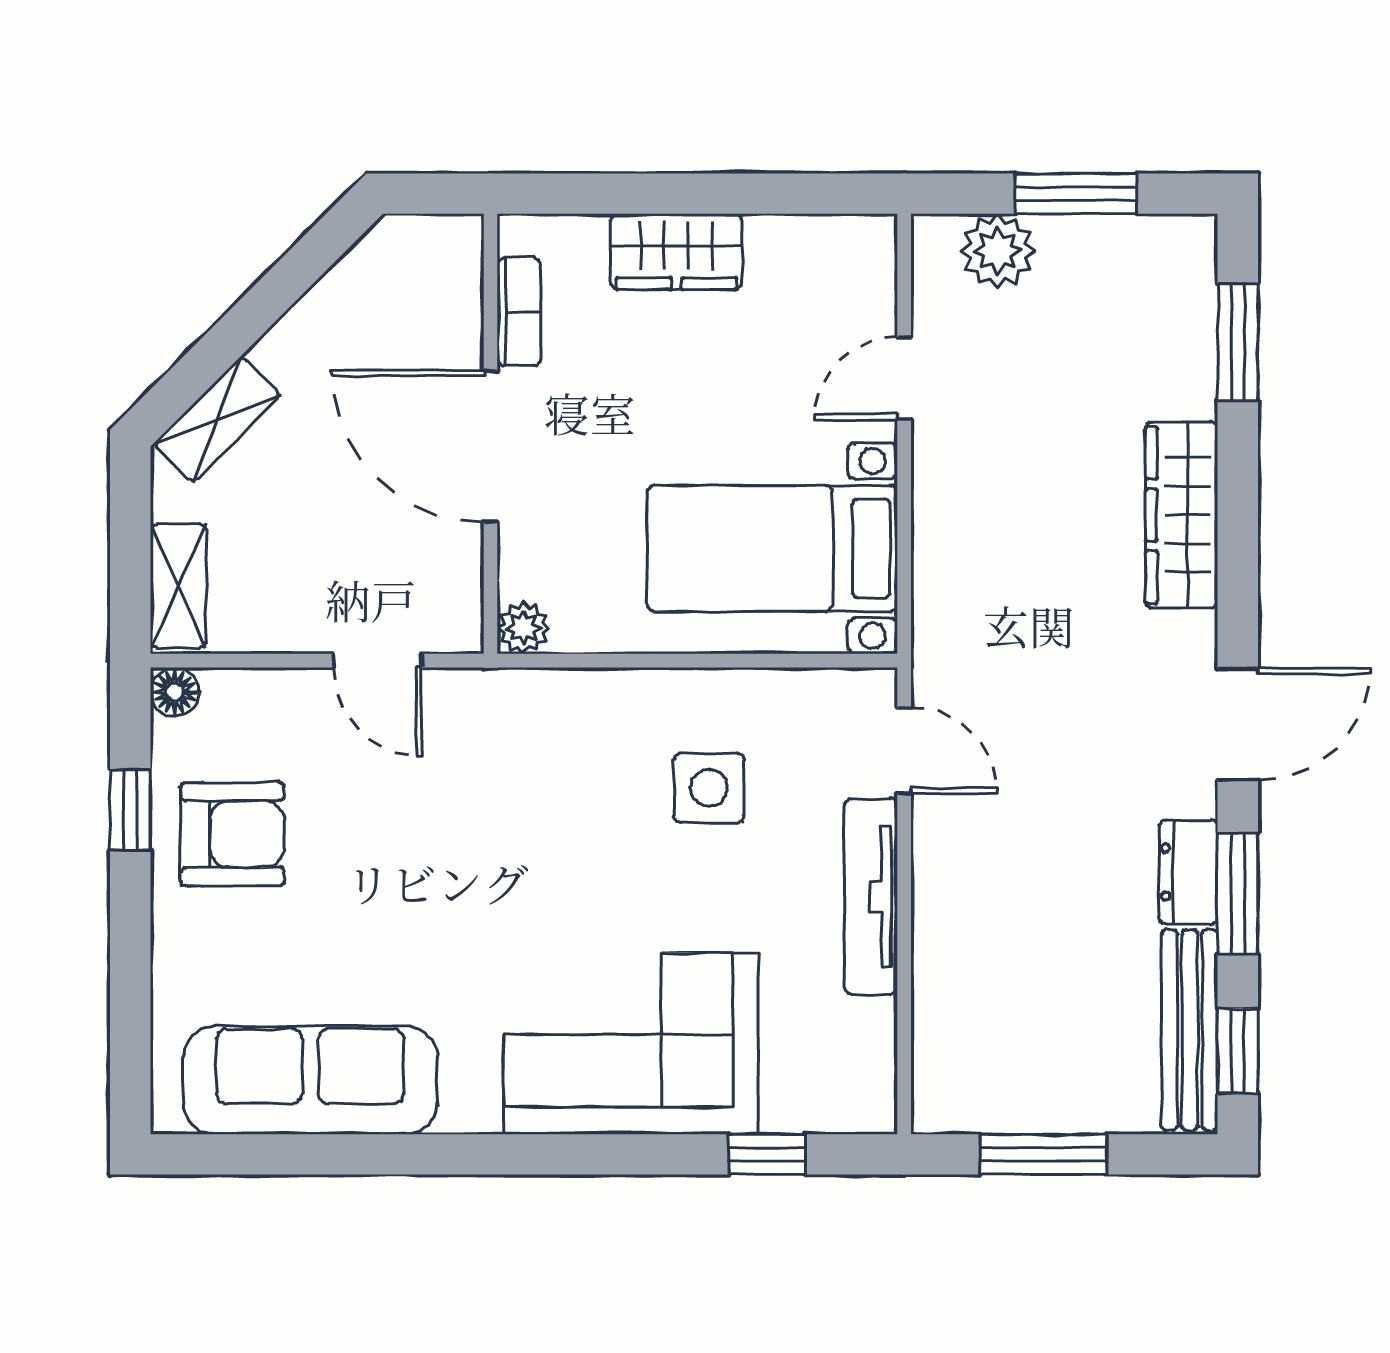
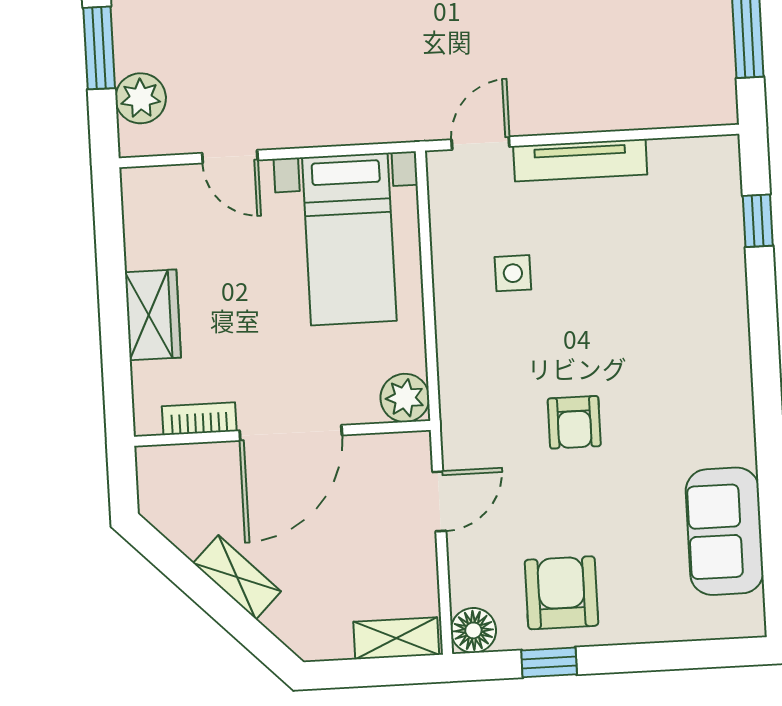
shelving: (217, 419) -> (237, 577), moved
plant: (523, 628) -> (405, 398), width x1.38, depth x1.38
floor lamp: (175, 692) -> (473, 630), width x1.37, depth x1.37
side table: (709, 788) -> (513, 273), width x0.73, depth x0.73
armchair: (484, 867) -> (574, 422), added
corner sofa: (631, 1044) -> (688, 317), removed
sofa: (310, 1080) -> (725, 531), width x0.73

